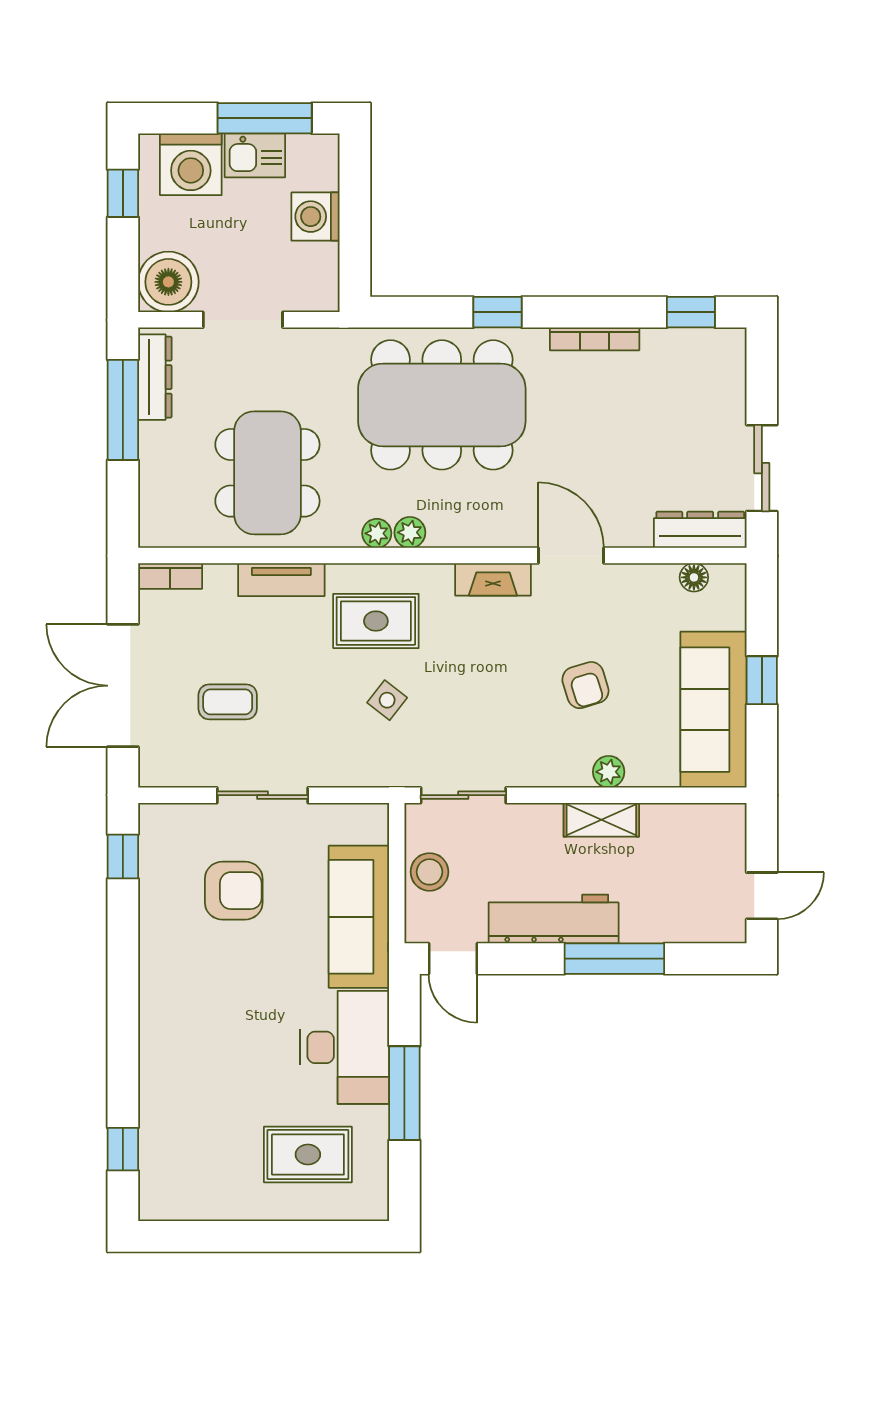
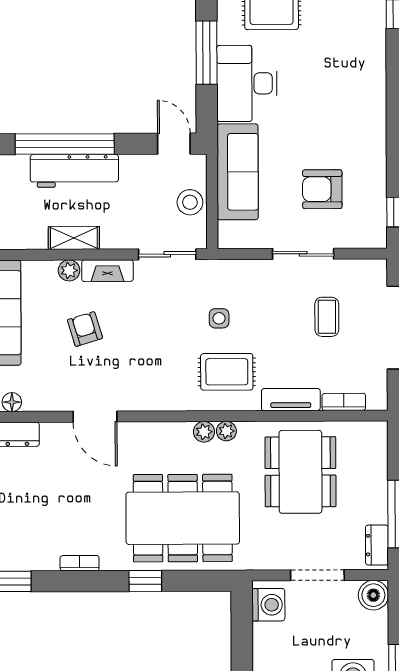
washing machine: (316, 217) -> (268, 605), moved
boiler: (168, 282) -> (373, 595), width x0.73, depth x0.73
bookcase: (595, 339) -> (80, 563), width x0.64
dresser: (155, 377) -> (377, 545), width x0.70
bookcase: (170, 576) -> (344, 402), moved
fireplace: (493, 579) -> (107, 271), moved, turned 180
side table: (387, 700) -> (219, 318), turned -38
coffee table: (228, 702) -> (327, 317), turned 90
workbench: (554, 919) -> (74, 171), moved
window: (614, 959) -> (65, 144), width x1.46

